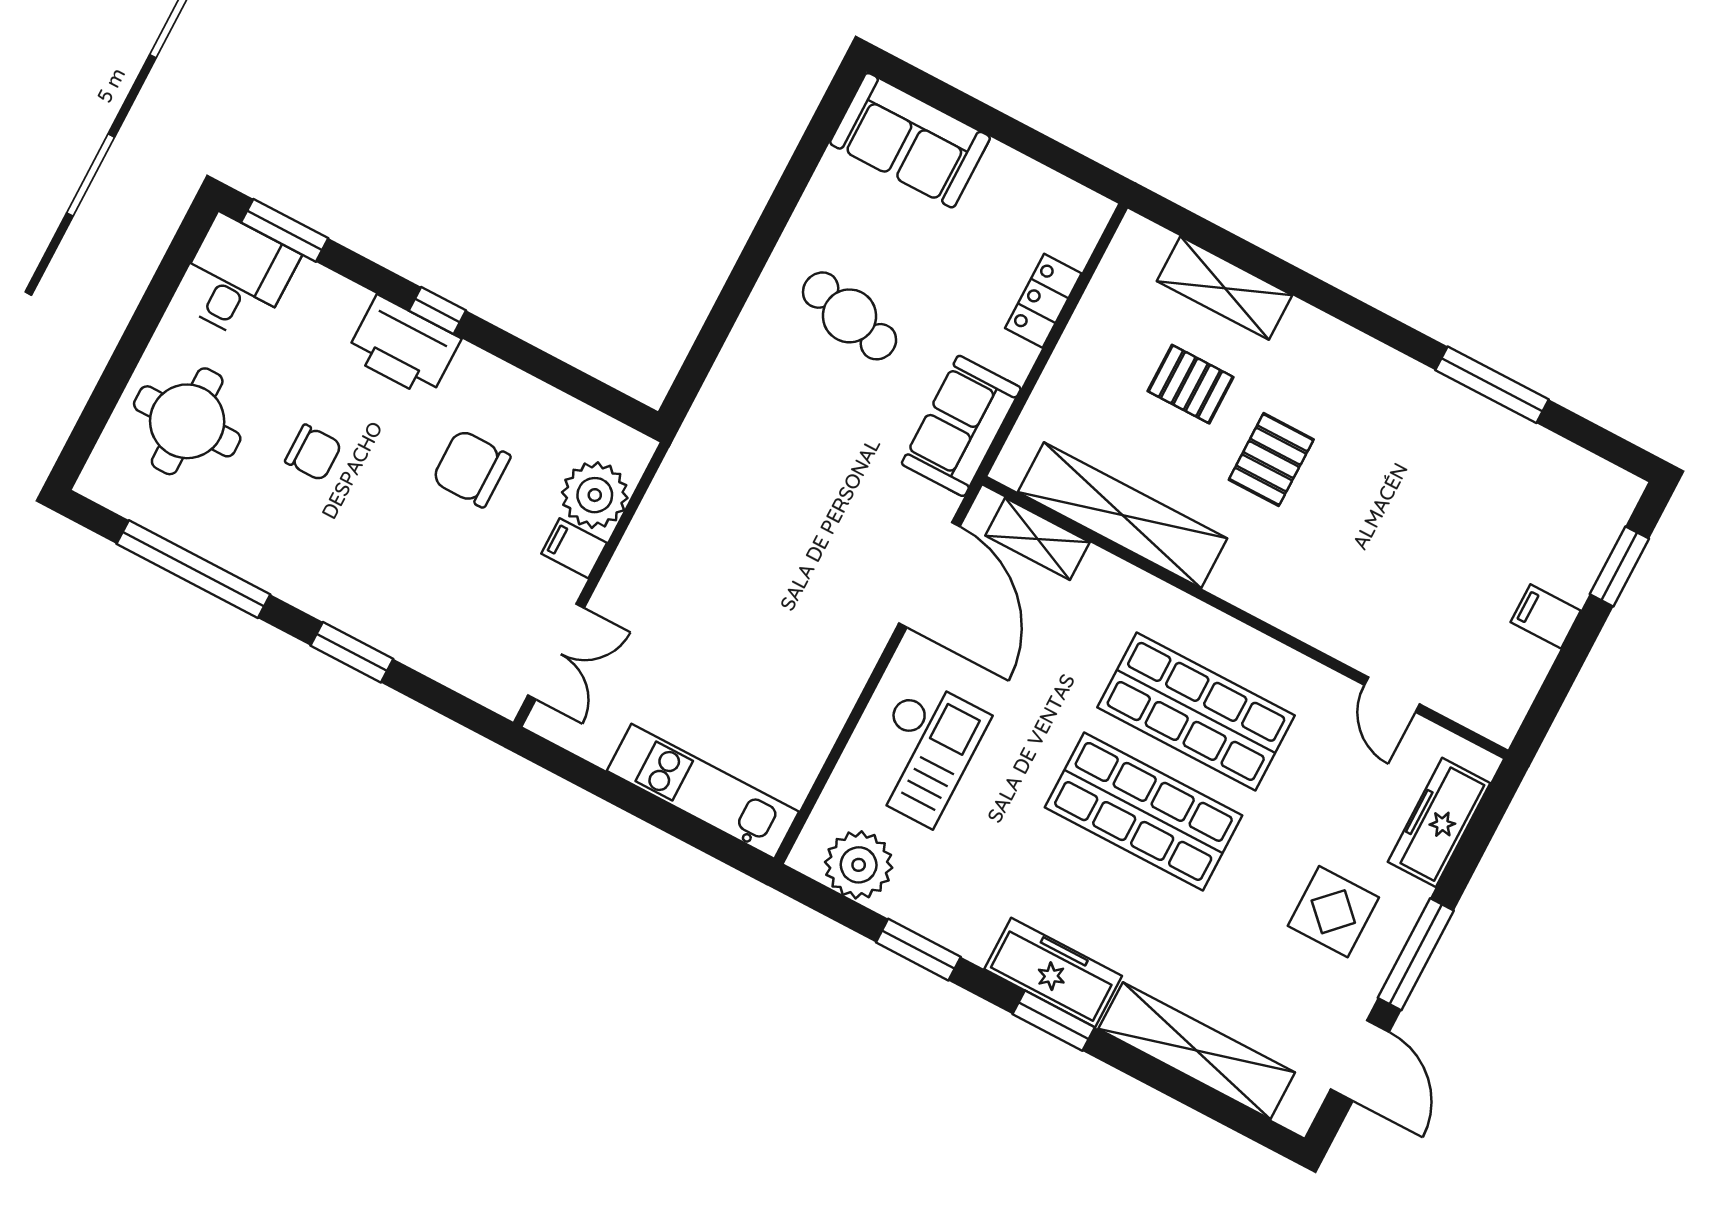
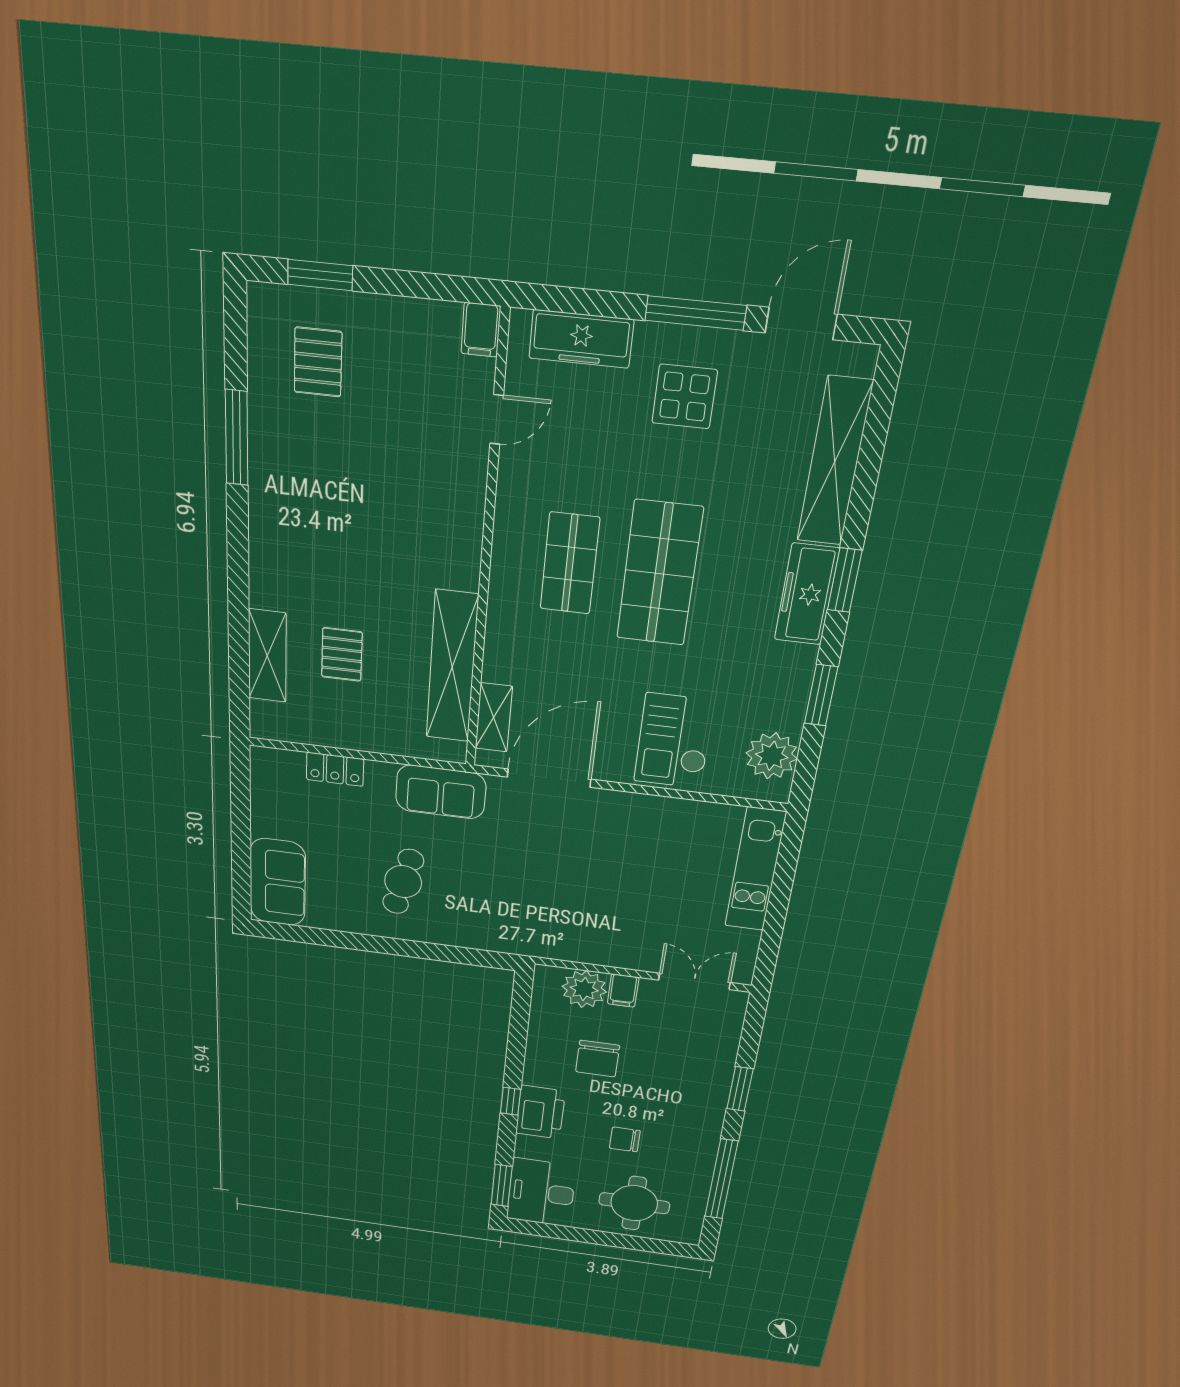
desk: (236, 278) -> (541, 1192), width x1.37
chair: (313, 453) -> (625, 1139), turned -90
pallet: (1271, 460) -> (318, 362), moved, turned 90
filing cabinet: (1546, 616) -> (481, 330), moved
shop shelf: (1196, 711) -> (570, 563), width x0.70, depth x0.74
checkout: (923, 752) -> (674, 741), turned -90

